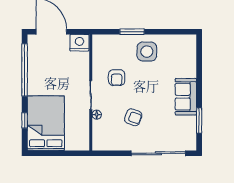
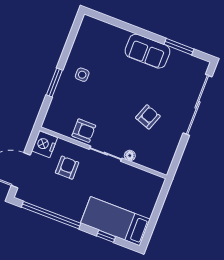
side table: (147, 52) -> (82, 75), width x0.54, depth x0.54
armchair: (68, 68) -> (67, 168), added
armchair: (117, 78) -> (84, 131), moved
bed: (46, 123) -> (115, 221), width x0.67

